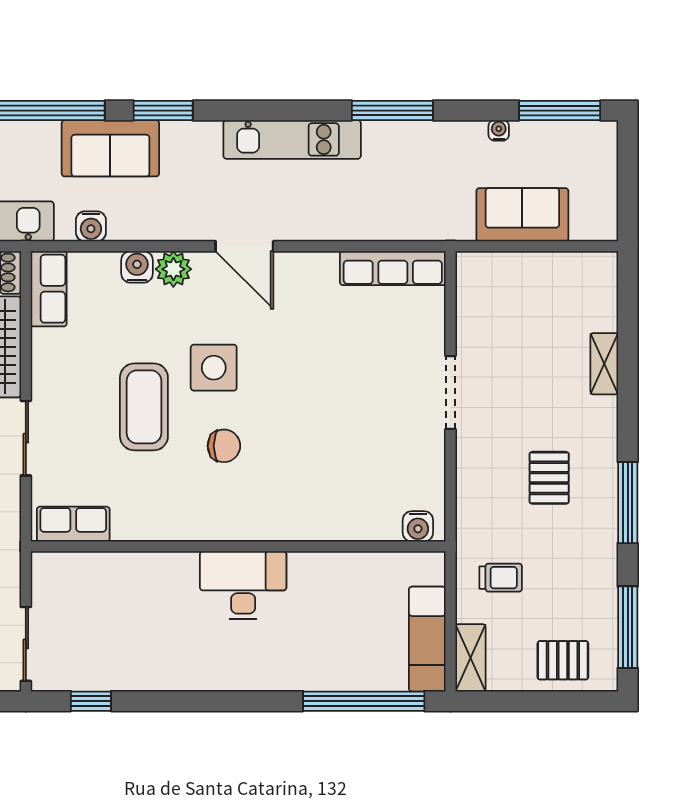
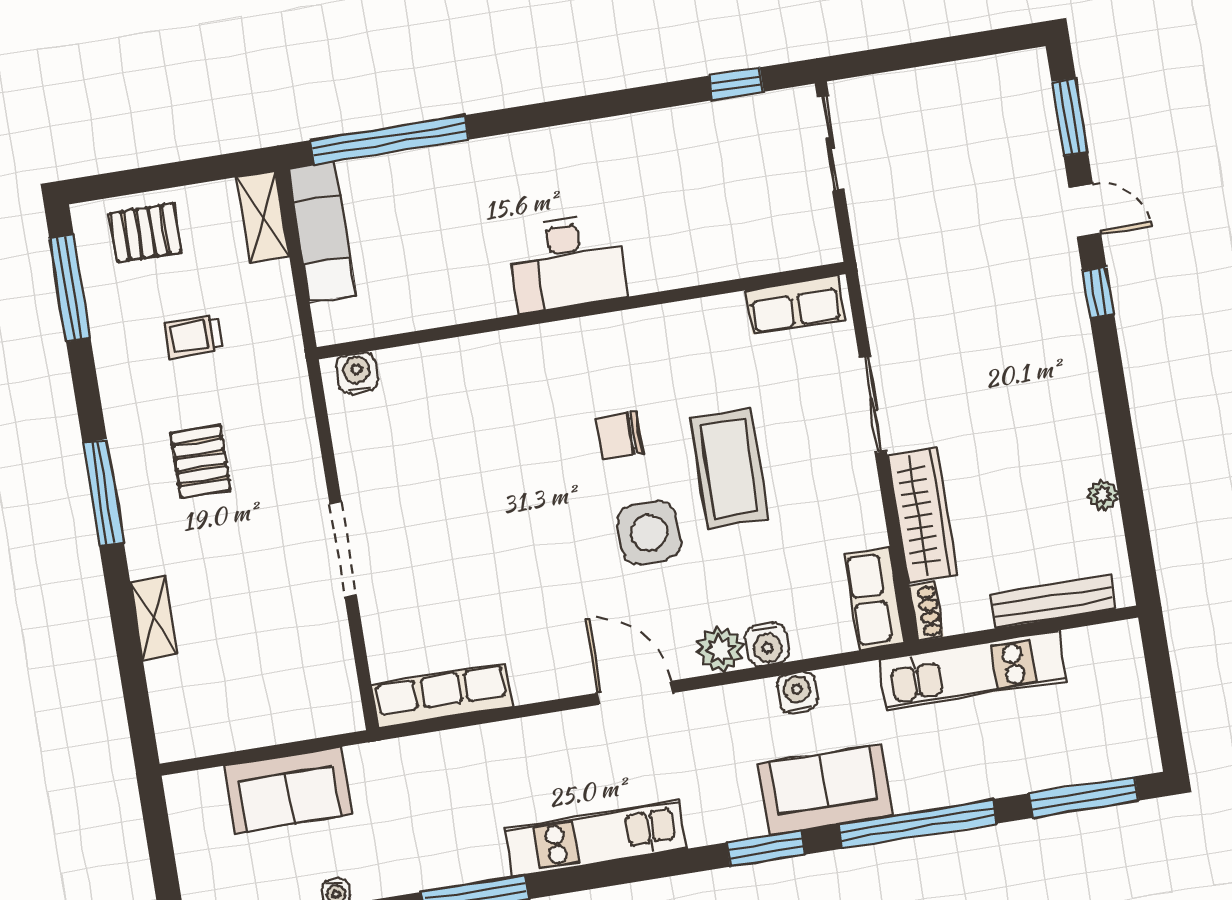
water cooler: (91, 226) -> (798, 692), moved
window: (628, 503) -> (103, 492), moved
trolley: (501, 578) -> (193, 336), moved

